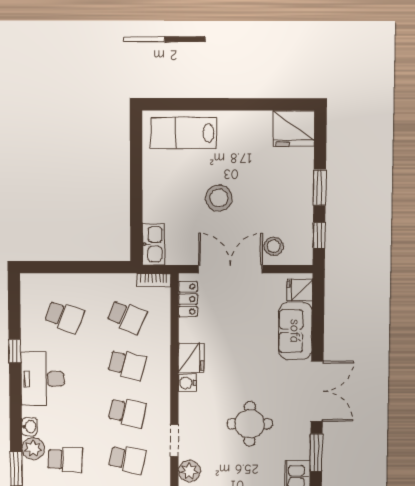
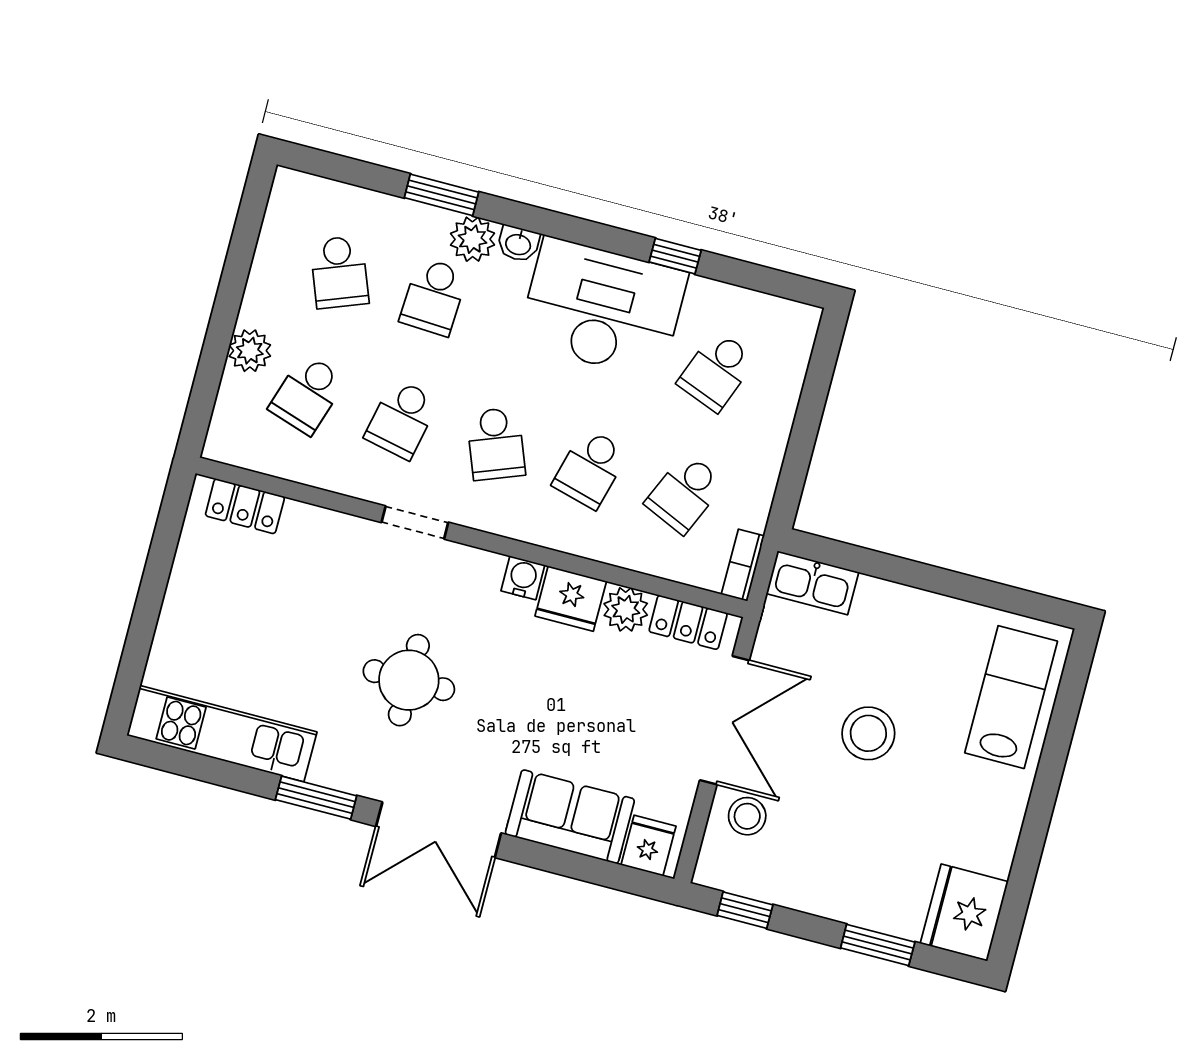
window: (320, 187) -> (878, 945), moved
desk: (43, 379) -> (603, 308), width x1.36, depth x1.30
school desk: (127, 412) -> (496, 444), turned -33
plant: (189, 471) -> (626, 609), moved

